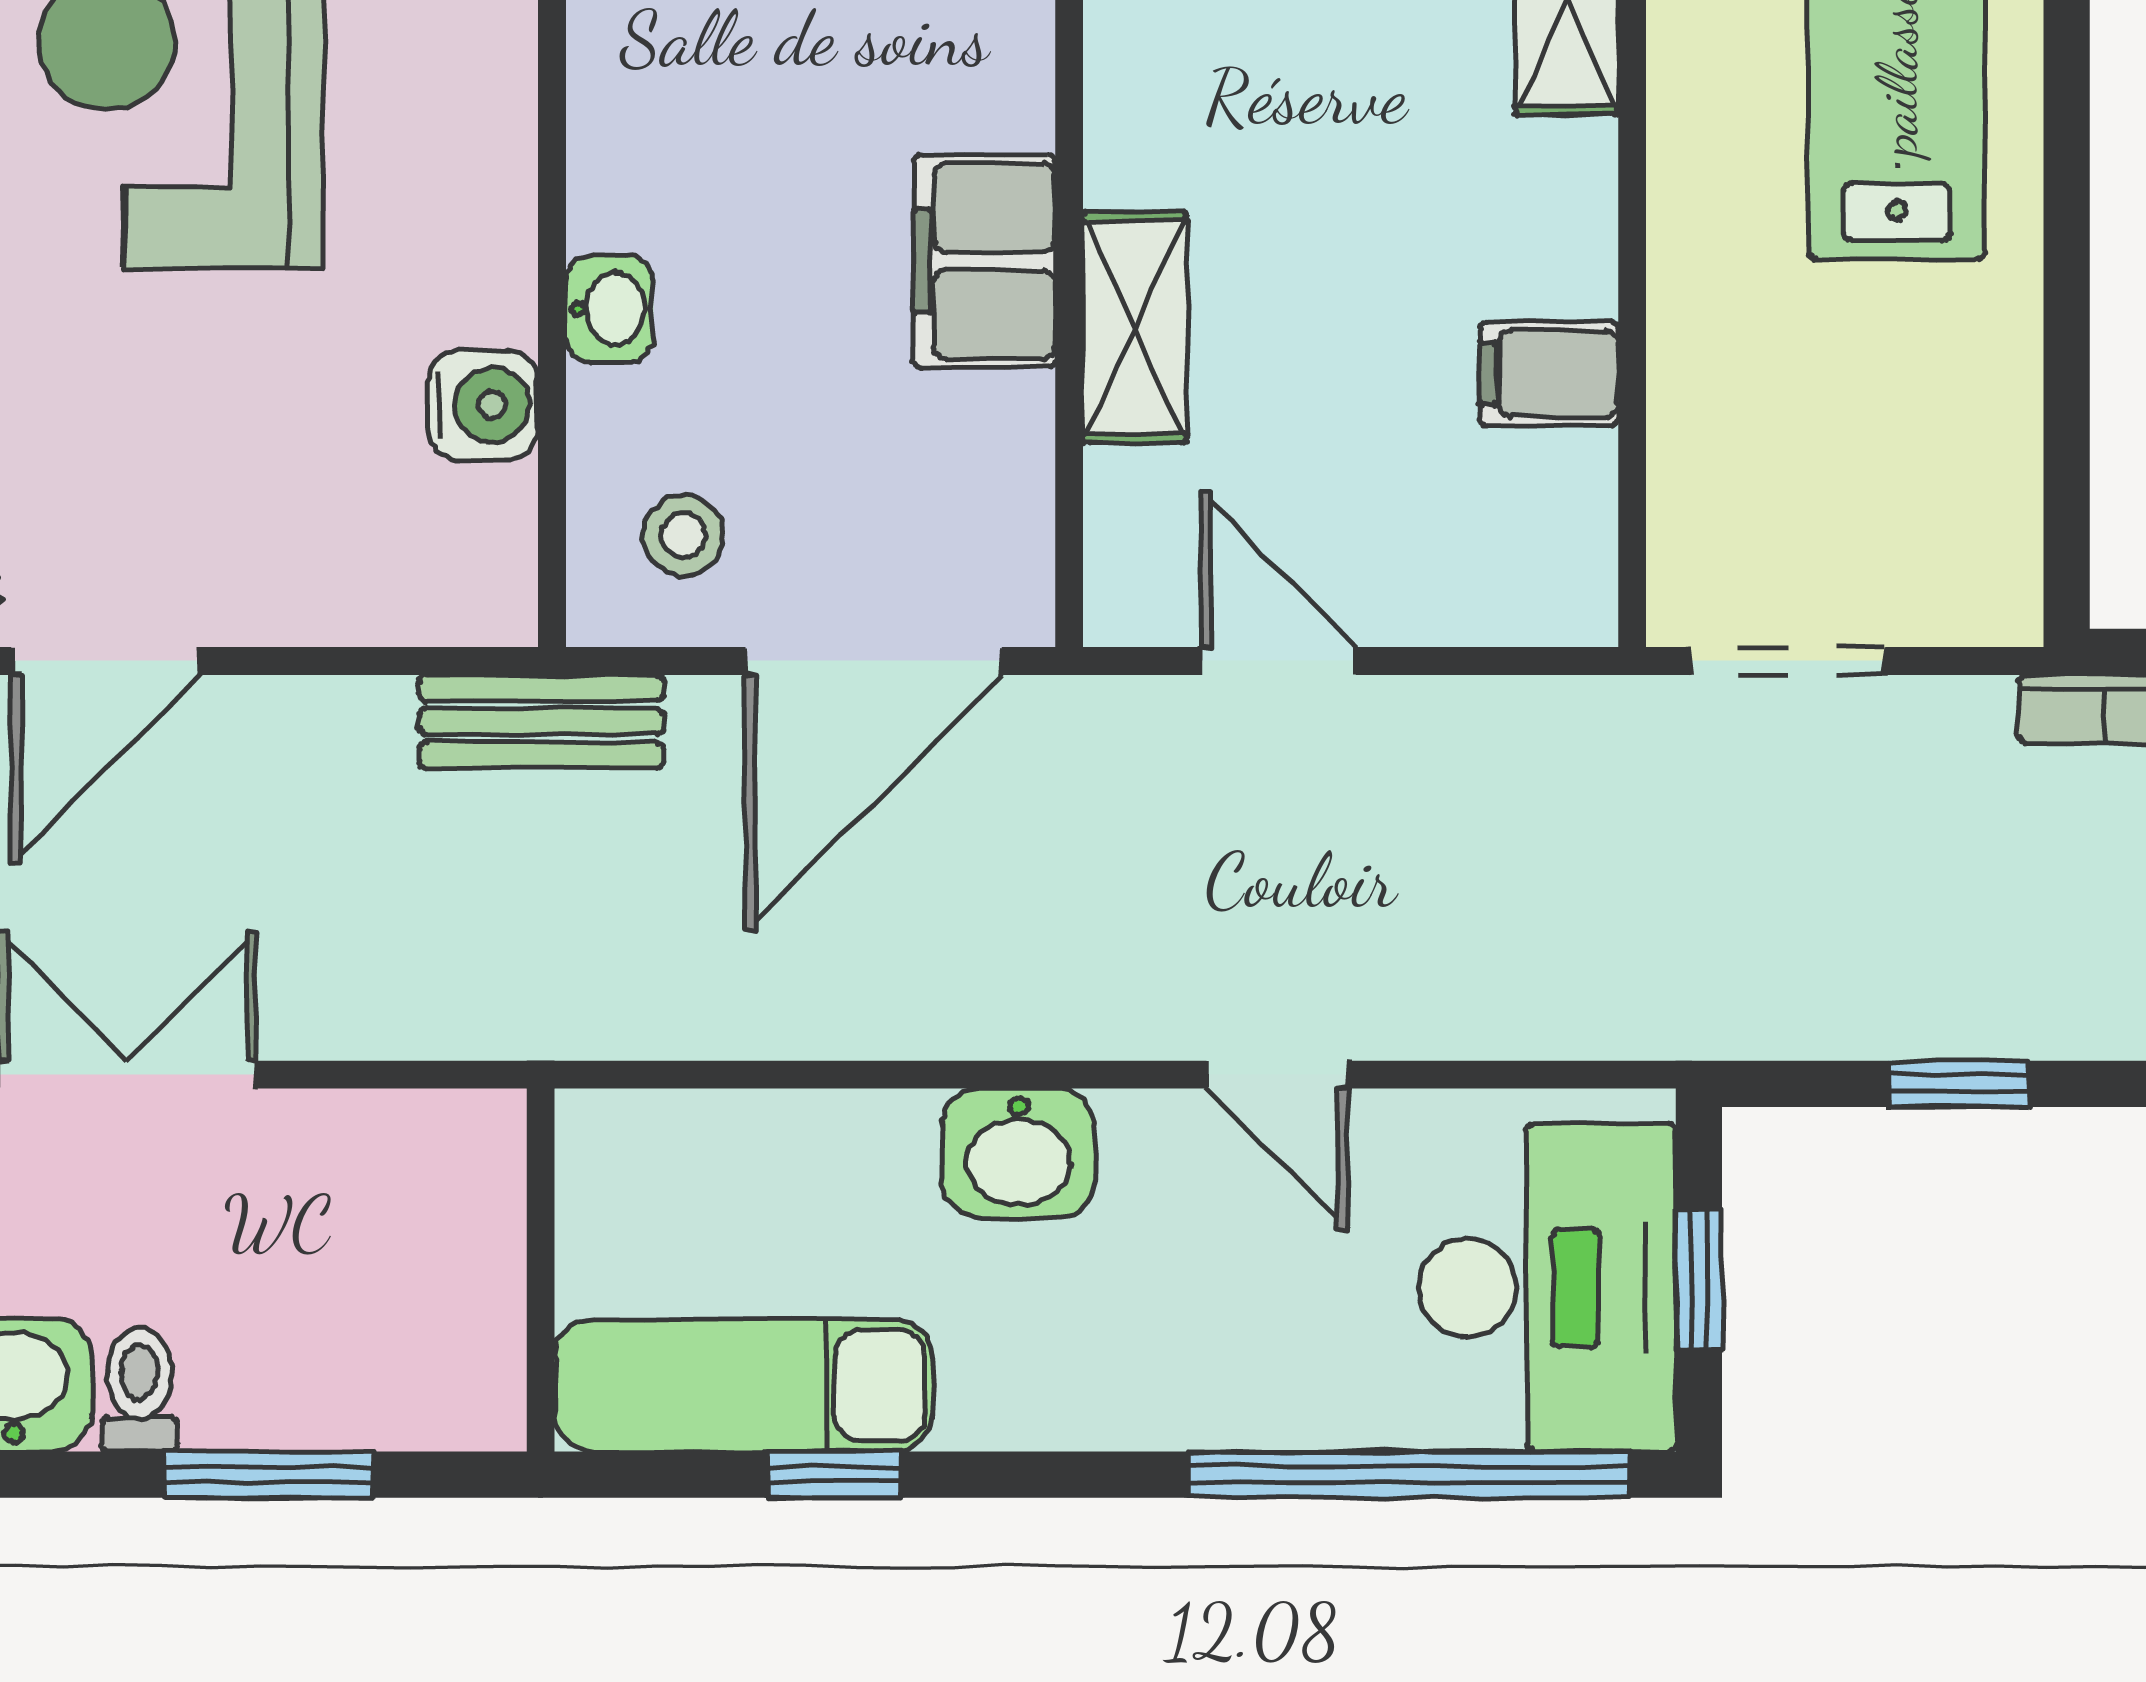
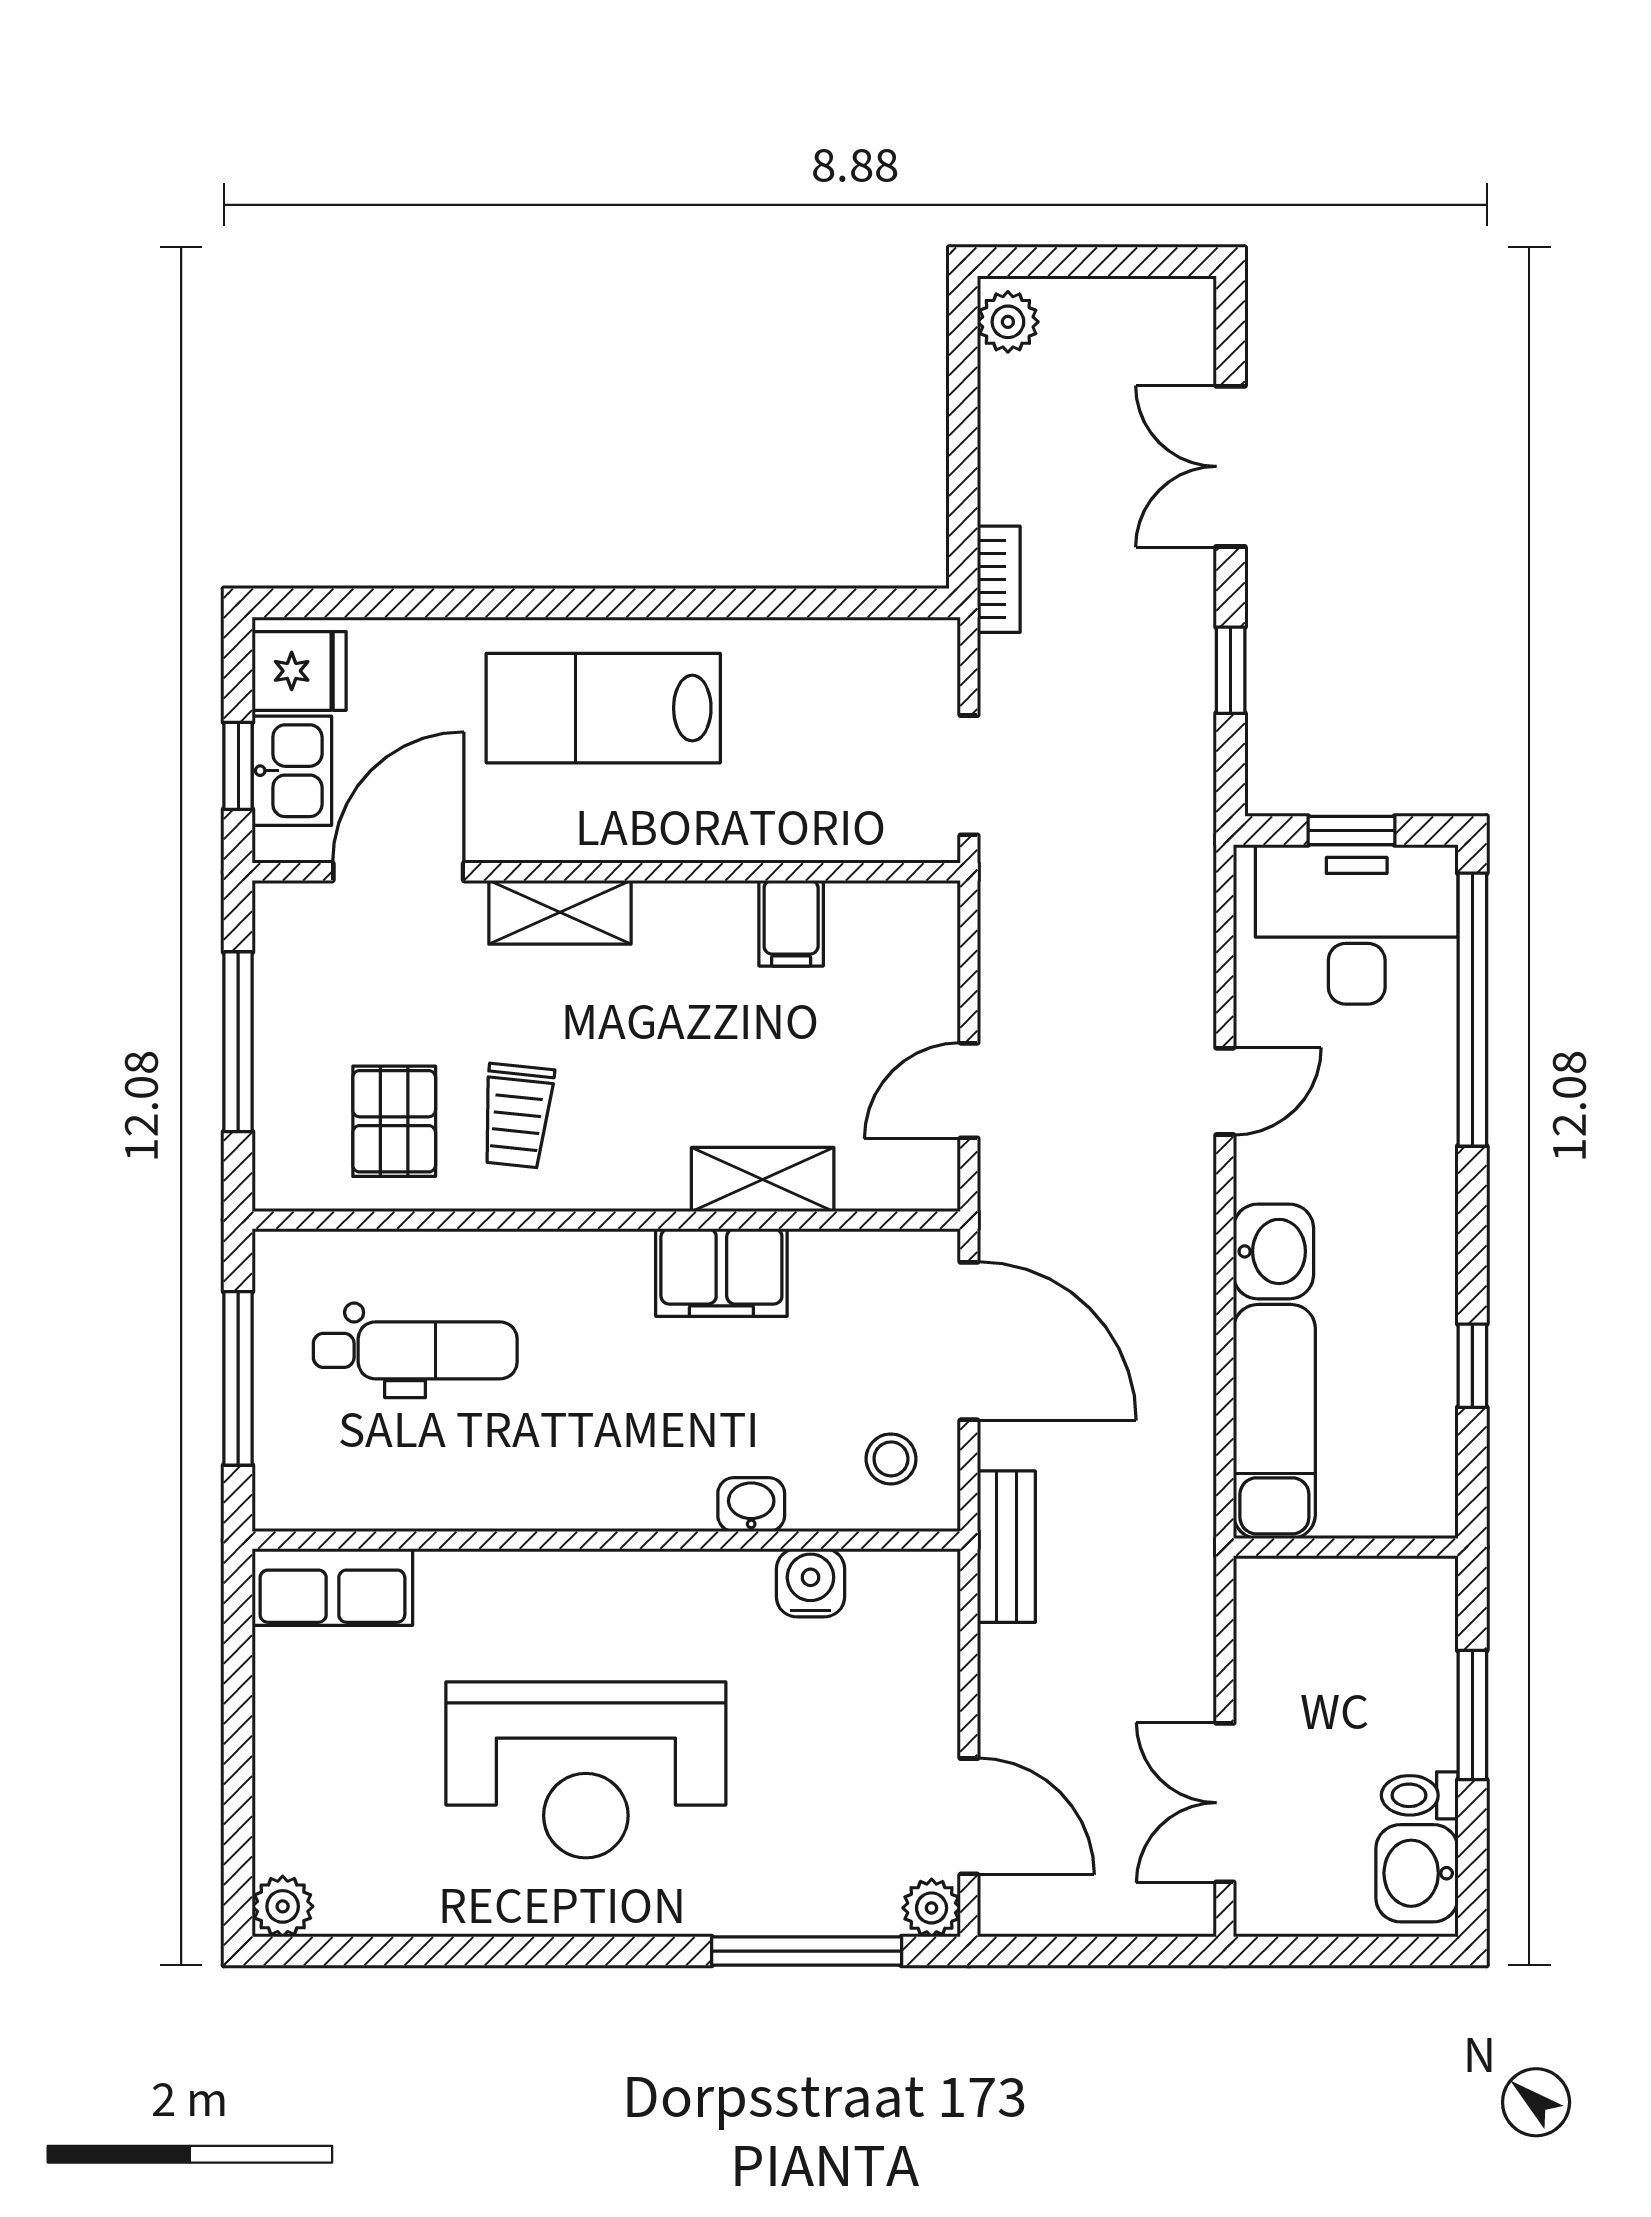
exam couch: (744, 1385) -> (1274, 1422), moved, turned 180

